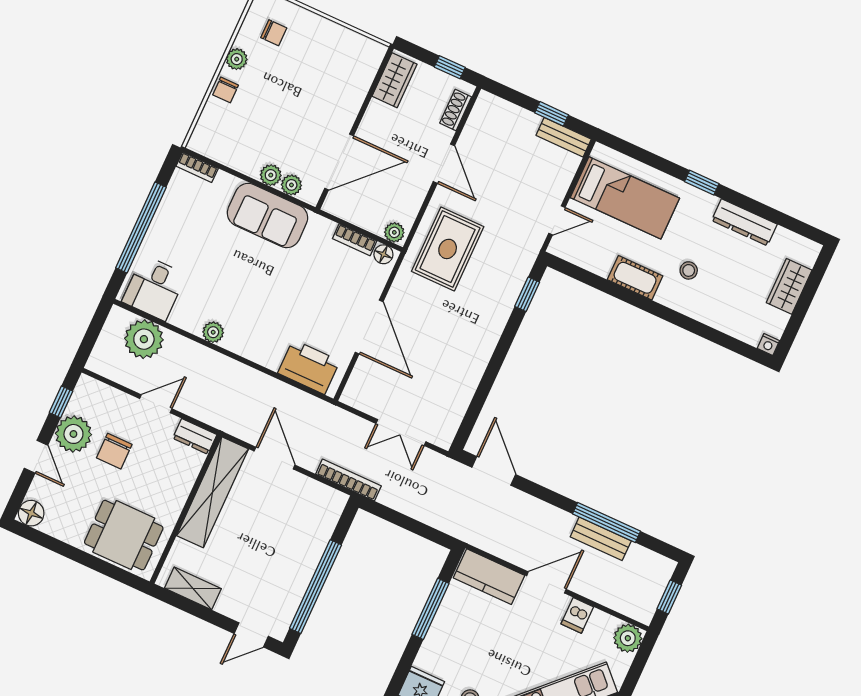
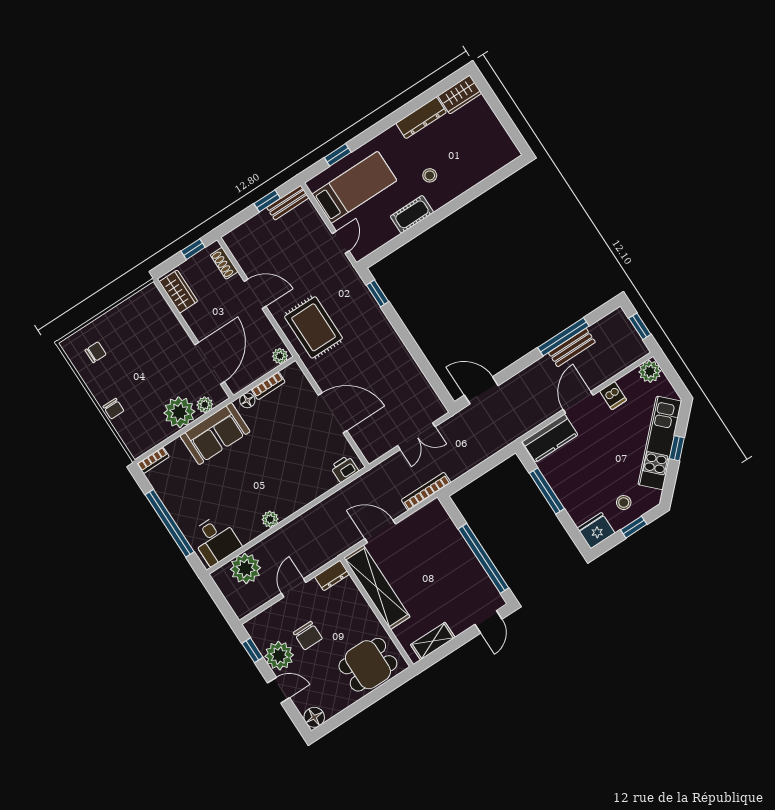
plant: (237, 59) -> (98, 388), removed
plant: (271, 175) -> (179, 412), width x1.87, depth x1.87
window: (702, 183) -> (338, 155), moved
floor lamp: (383, 254) -> (247, 400), moved
wardrobe: (789, 286) -> (460, 95), moved, turned -90
nightstand: (768, 344) -> (513, 153), removed
printer: (309, 367) -> (344, 469), width x0.53, depth x0.68

